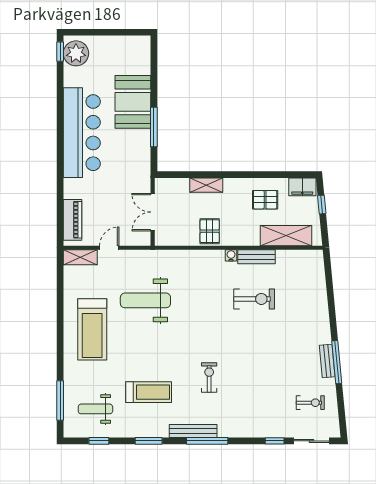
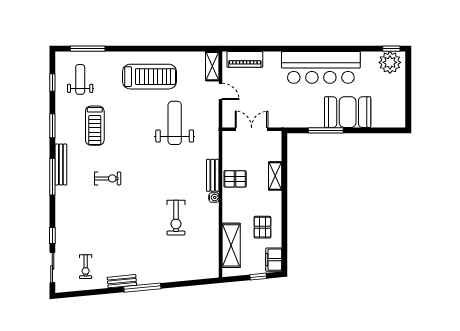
bench: (257, 257) -> (213, 175), moved
treadmill: (92, 329) -> (150, 77), turned 180
window: (337, 362) -> (142, 288), moved

